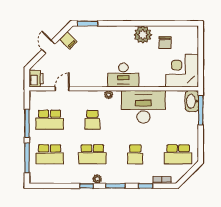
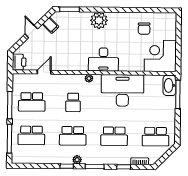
plant: (143, 35) -> (99, 20), moved
school desk: (135, 154) -> (114, 136), width x1.85

